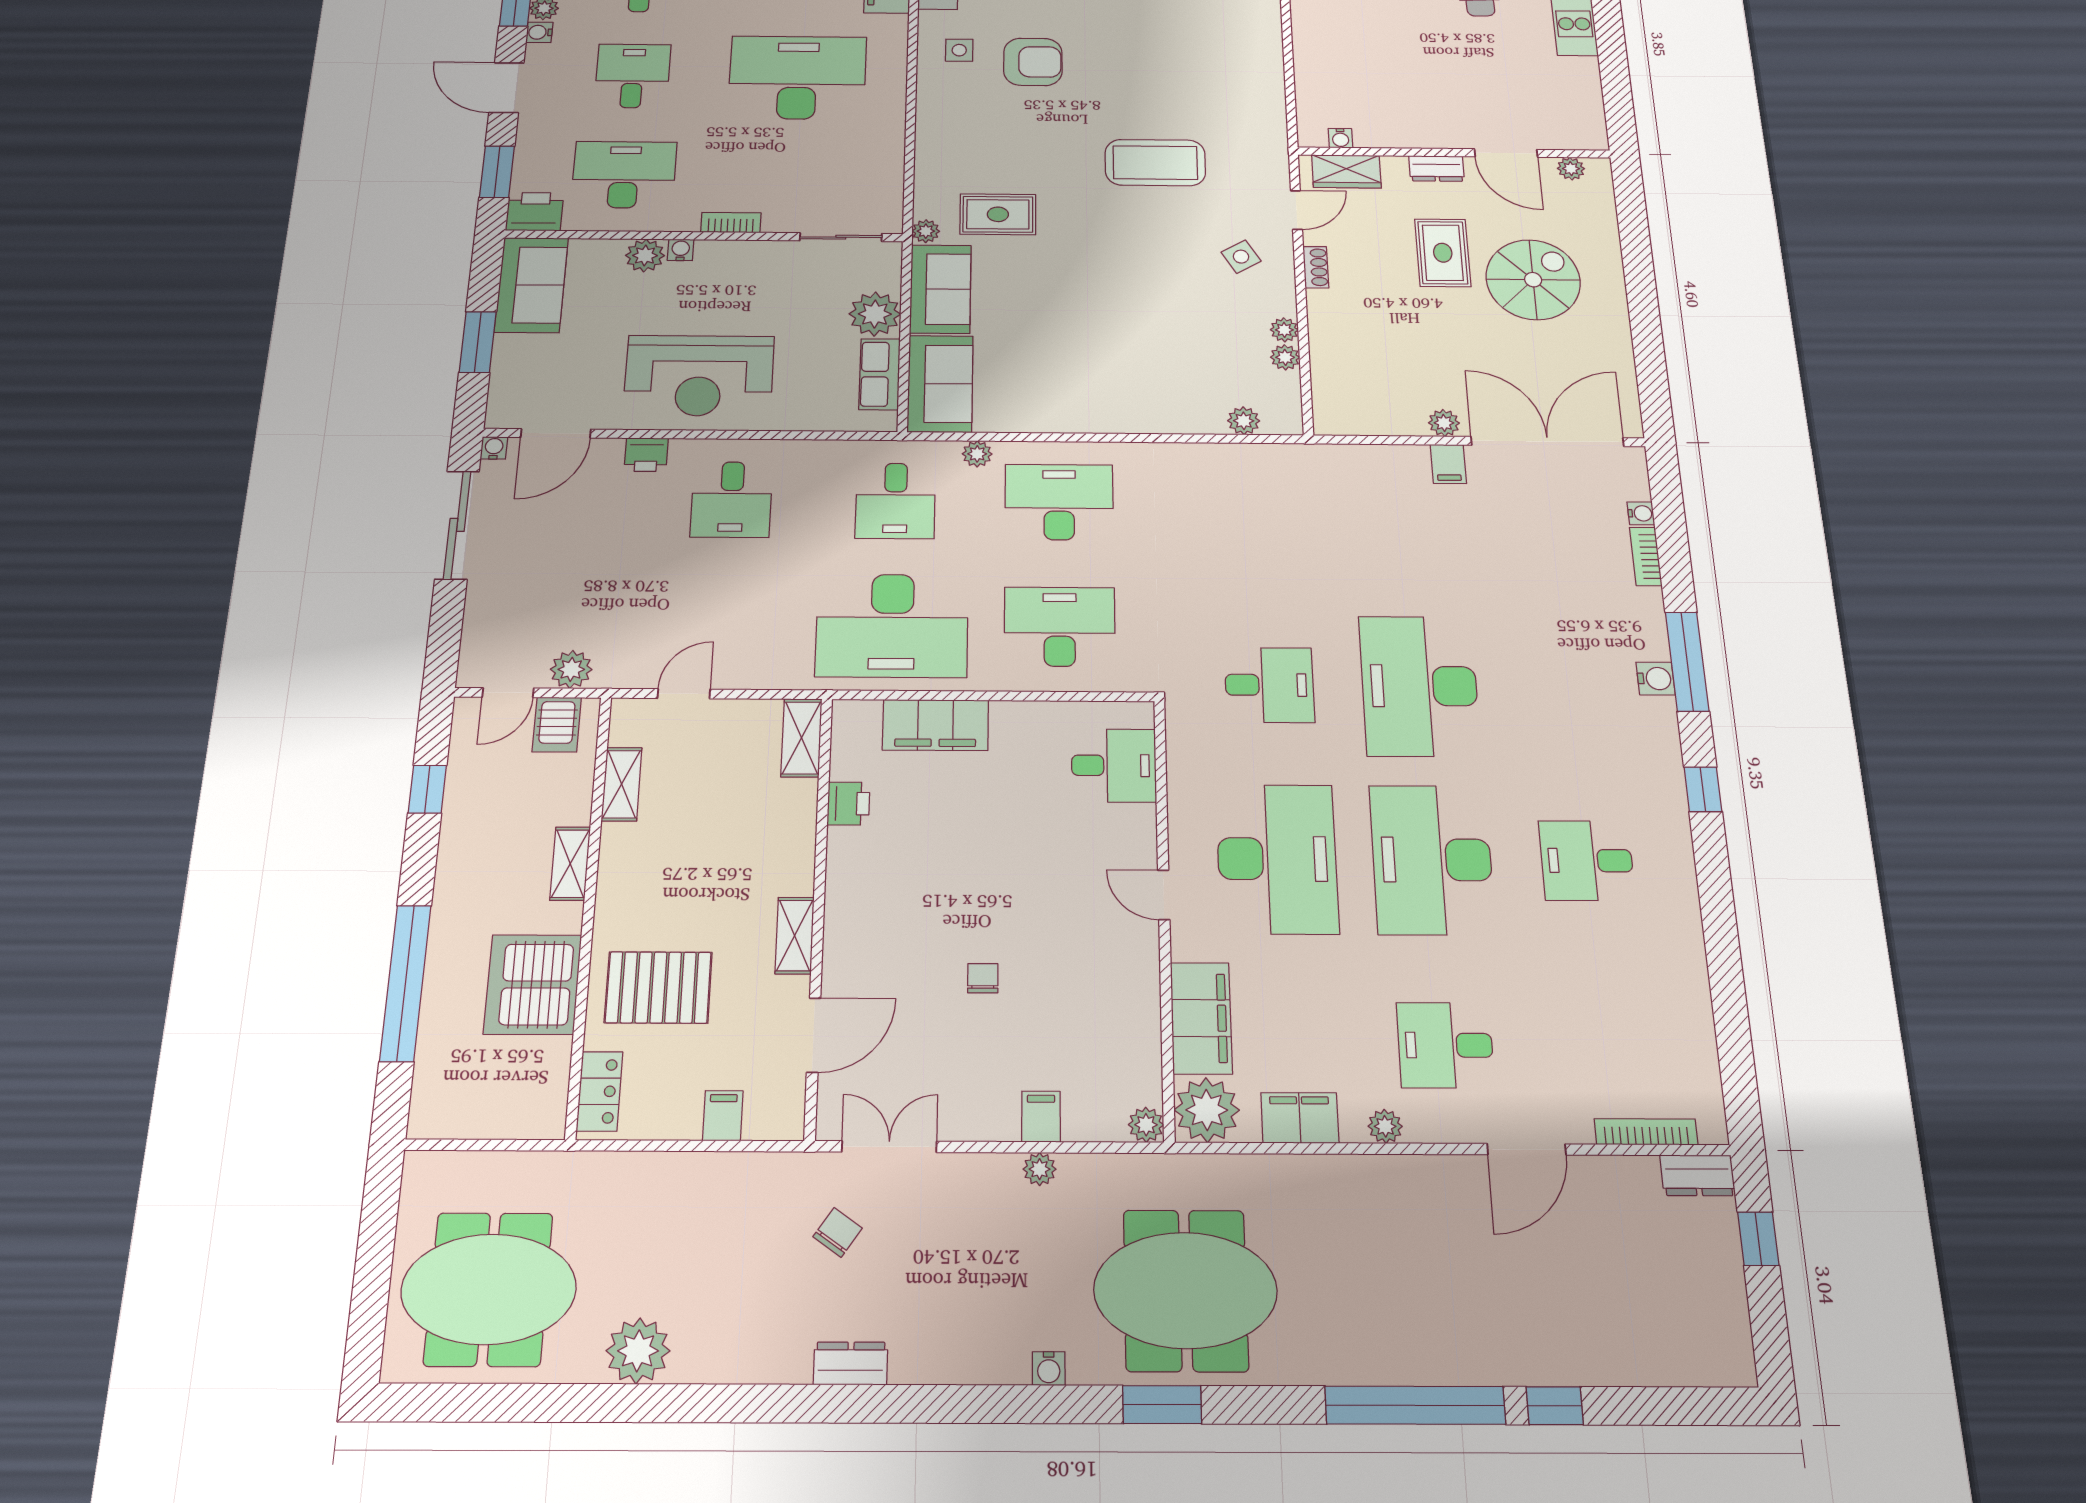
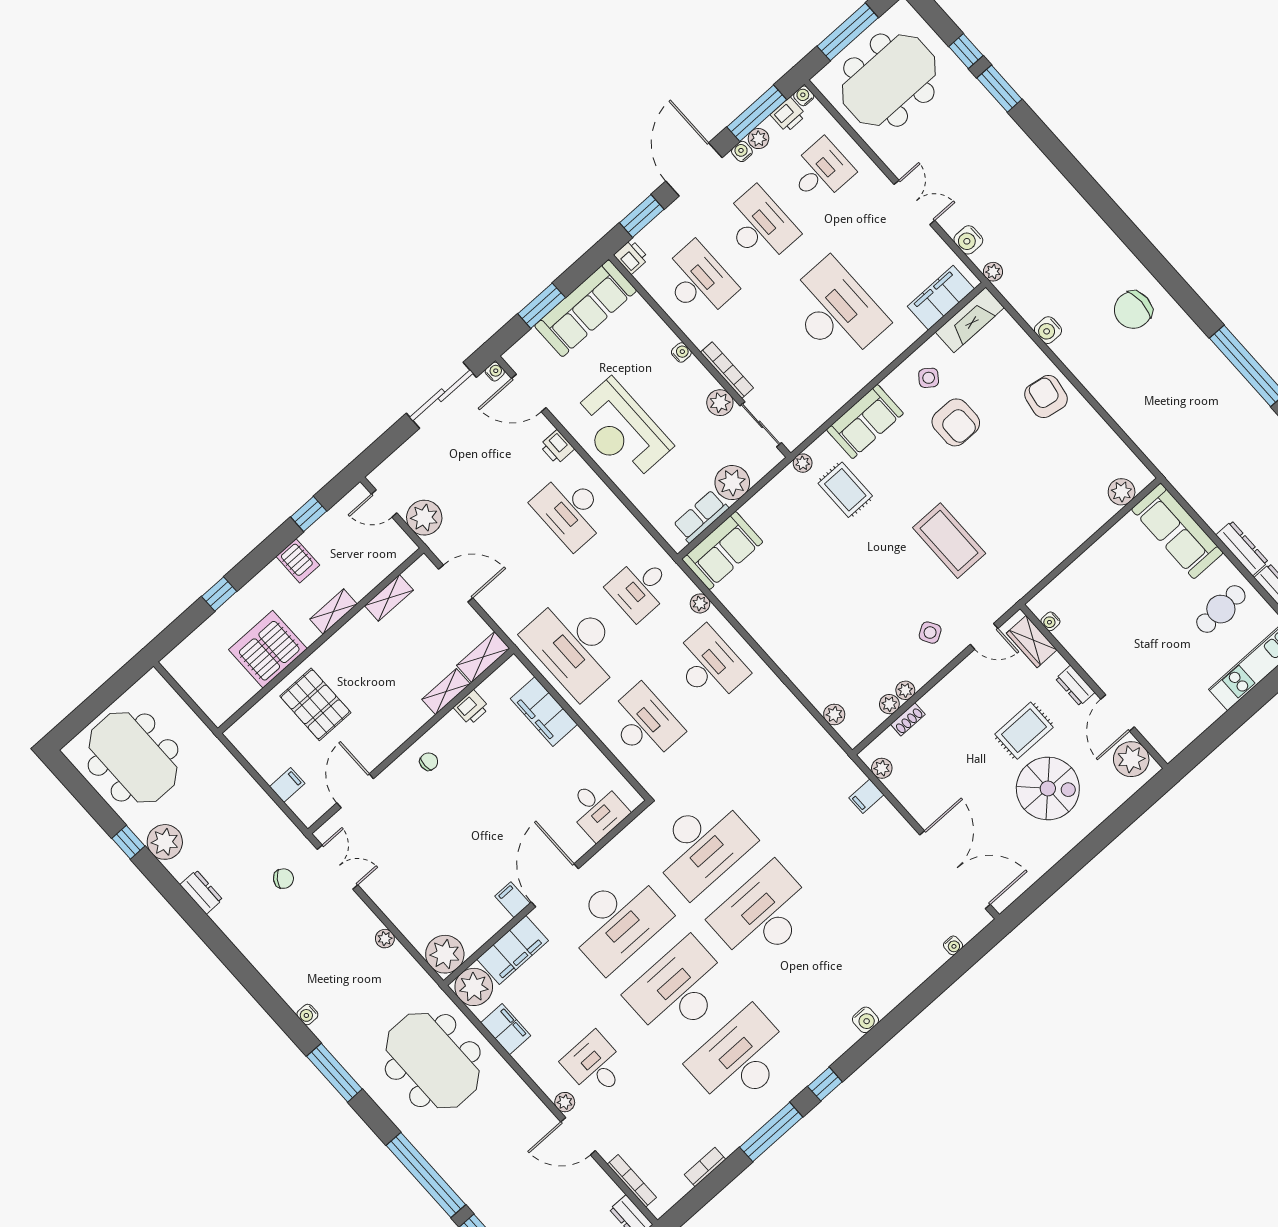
side table: (959, 50) -> (929, 378), turned 37
desk: (633, 76) -> (760, 226), width x1.37
door: (506, 88) -> (694, 169), width x1.36
plant: (1571, 169) -> (1131, 759), width x1.88, depth x1.88
printer: (535, 212) -> (631, 257), width x0.73, depth x0.81
bookcase: (731, 222) -> (727, 370), width x1.56
plant: (645, 256) -> (720, 403), moved
shoe rack: (1316, 267) -> (908, 719), moved
sofa: (531, 285) -> (586, 308), width x1.36
sofa: (940, 289) -> (865, 422), moved
plant: (1444, 423) -> (882, 768), moved
filing cabinet: (1448, 464) -> (866, 796), moved
desk: (732, 500) -> (571, 510), width x1.37
bookcase: (1646, 556) -> (705, 1167), moved
window: (1687, 662) -> (771, 1132), moved
plant: (571, 669) -> (424, 518), width x1.36, depth x1.36
desk: (1269, 685) -> (701, 846), width x1.87, depth x1.30
door: (684, 694) -> (456, 583), width x1.38
server rack: (557, 725) -> (298, 561), moved, turned -90
desk: (1587, 861) -> (741, 1059), width x1.87, depth x1.30
door: (1164, 895) -> (555, 885), width x1.87
shelving: (795, 936) -> (446, 692), moved
chair: (983, 978) -> (429, 762), moved
window: (405, 983) -> (219, 594), width x0.32
door: (814, 1035) -> (355, 791), swing flipped
locker: (600, 1091) -> (250, 723), removed
filing cabinet: (1041, 1117) -> (513, 900), moved, turned -90
plant: (1146, 1125) -> (445, 954), width x1.88, depth x1.88
plant: (1385, 1126) -> (565, 1102), moved
meeting table: (1185, 1290) -> (433, 1061), moved
dresser: (851, 1363) -> (201, 892), moved
window: (590, 1403) -> (128, 842), added
window: (1162, 1405) -> (334, 1073), width x1.44

